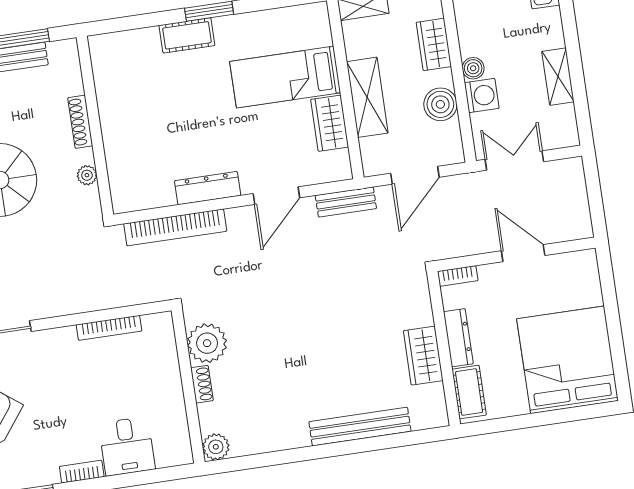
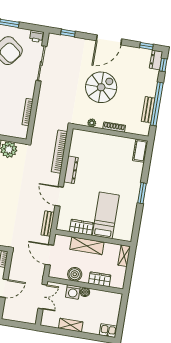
cot: (187, 35) -> (140, 151), moved

